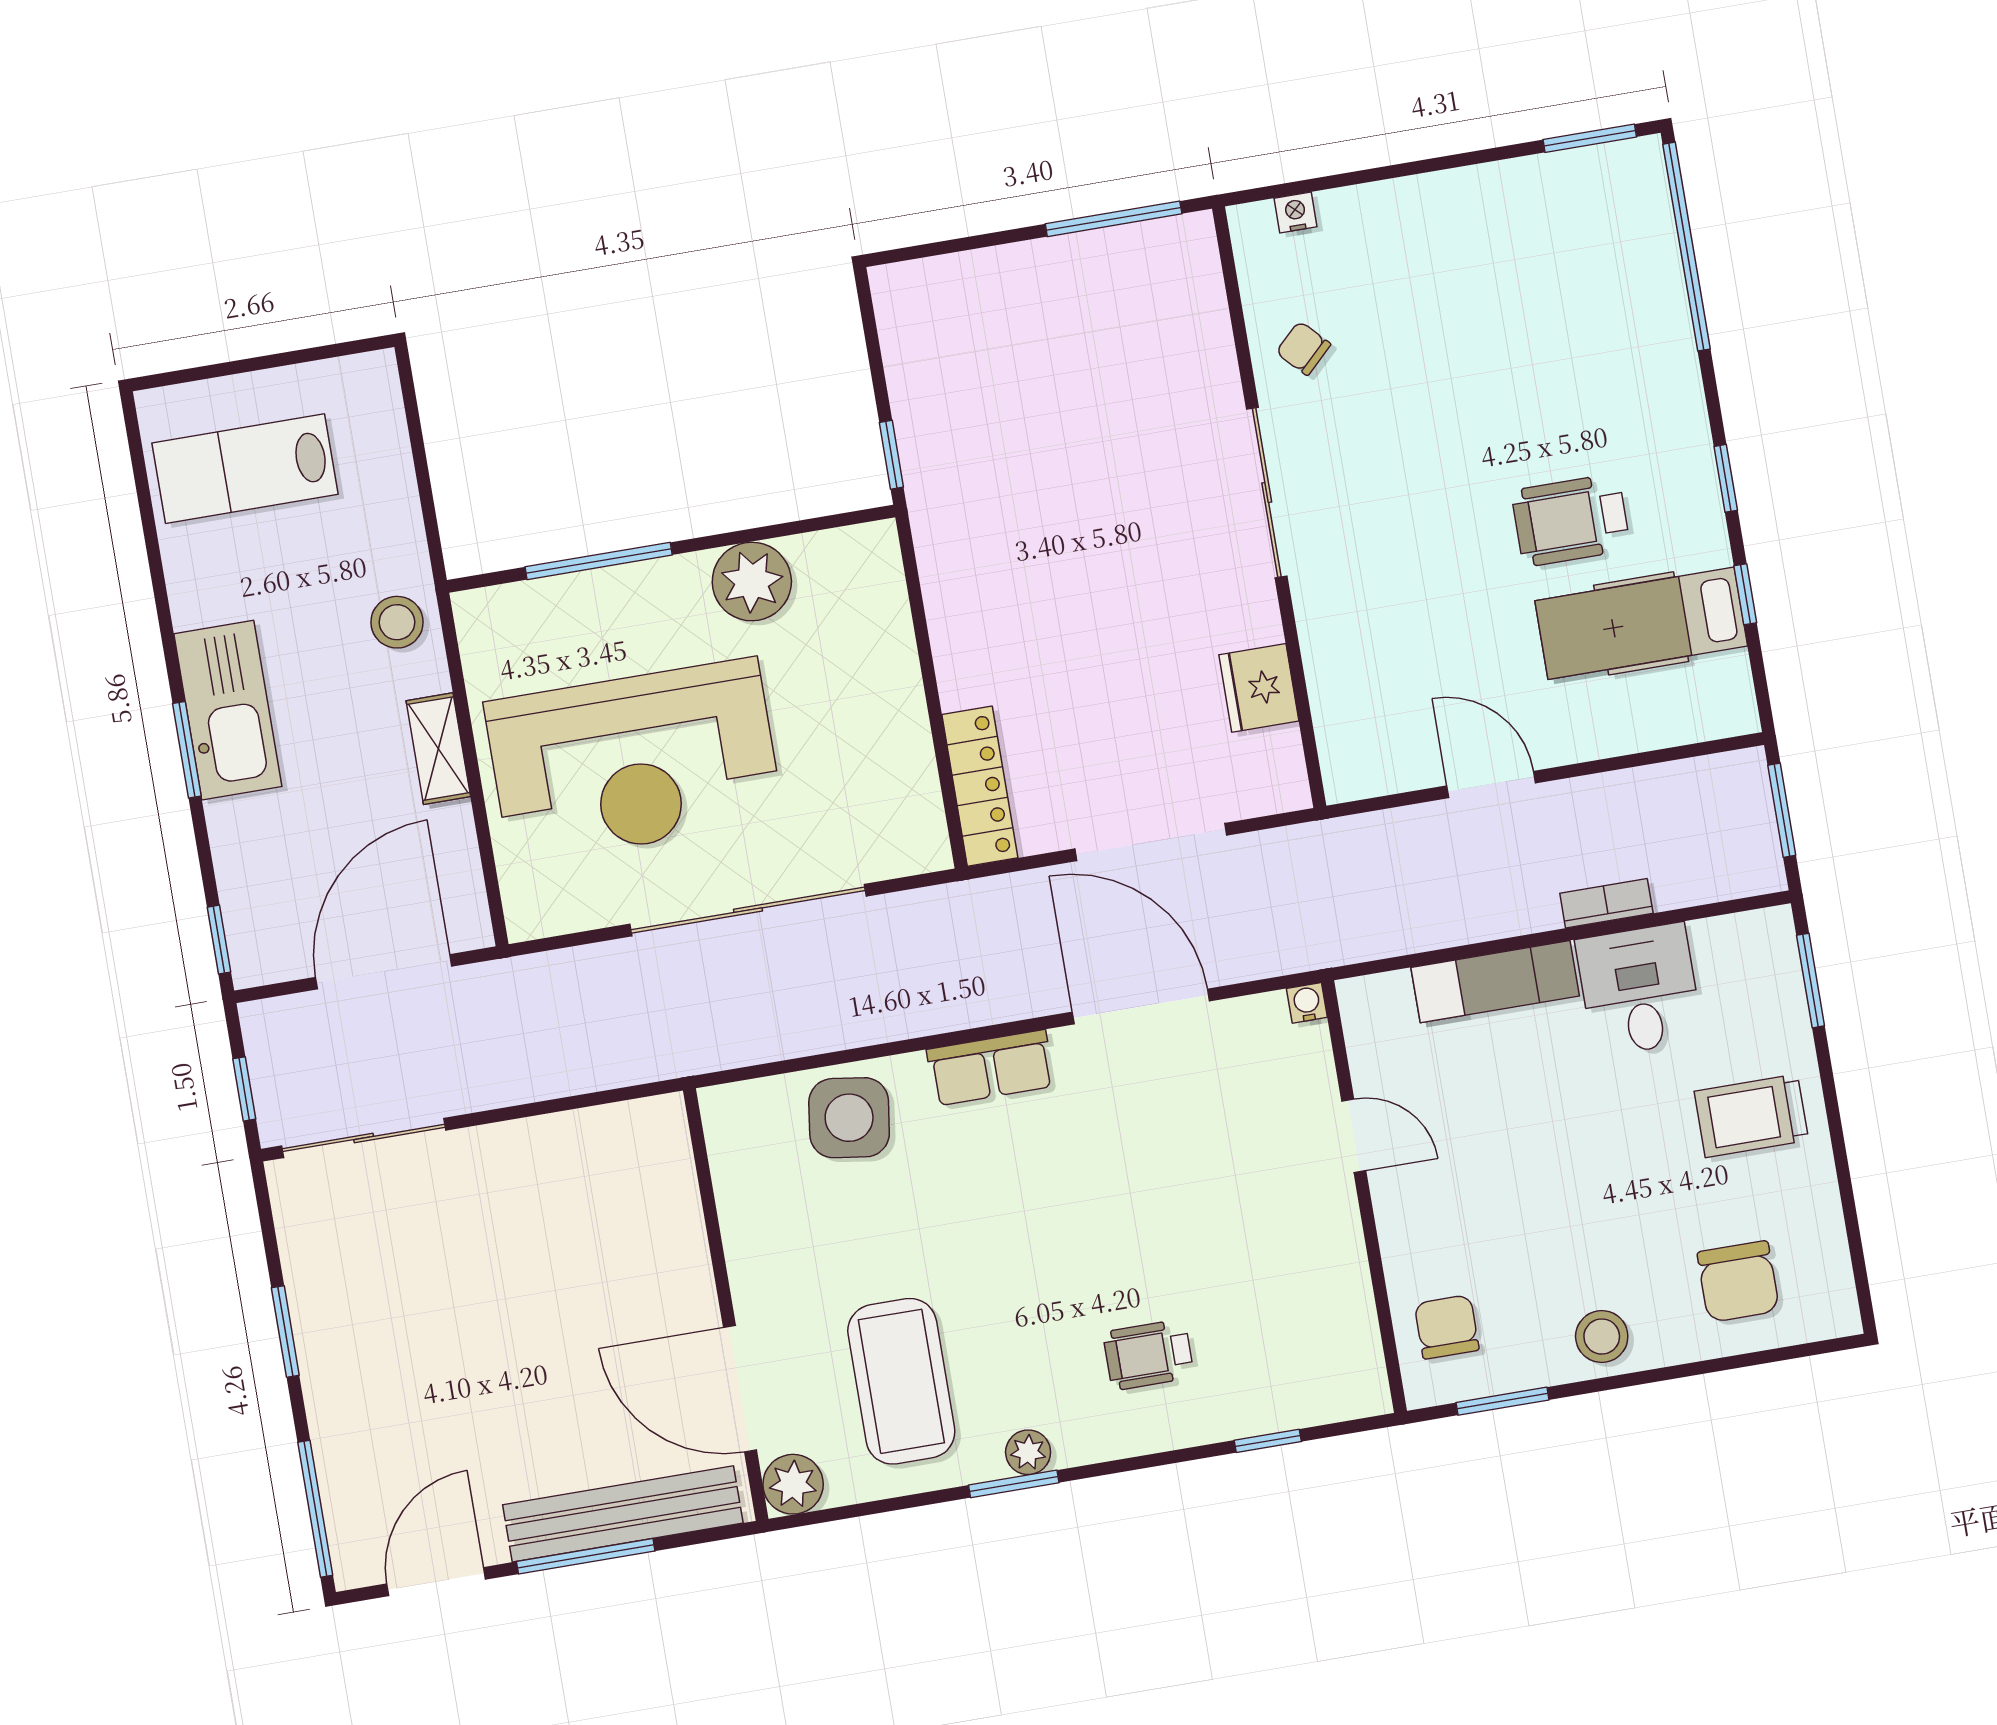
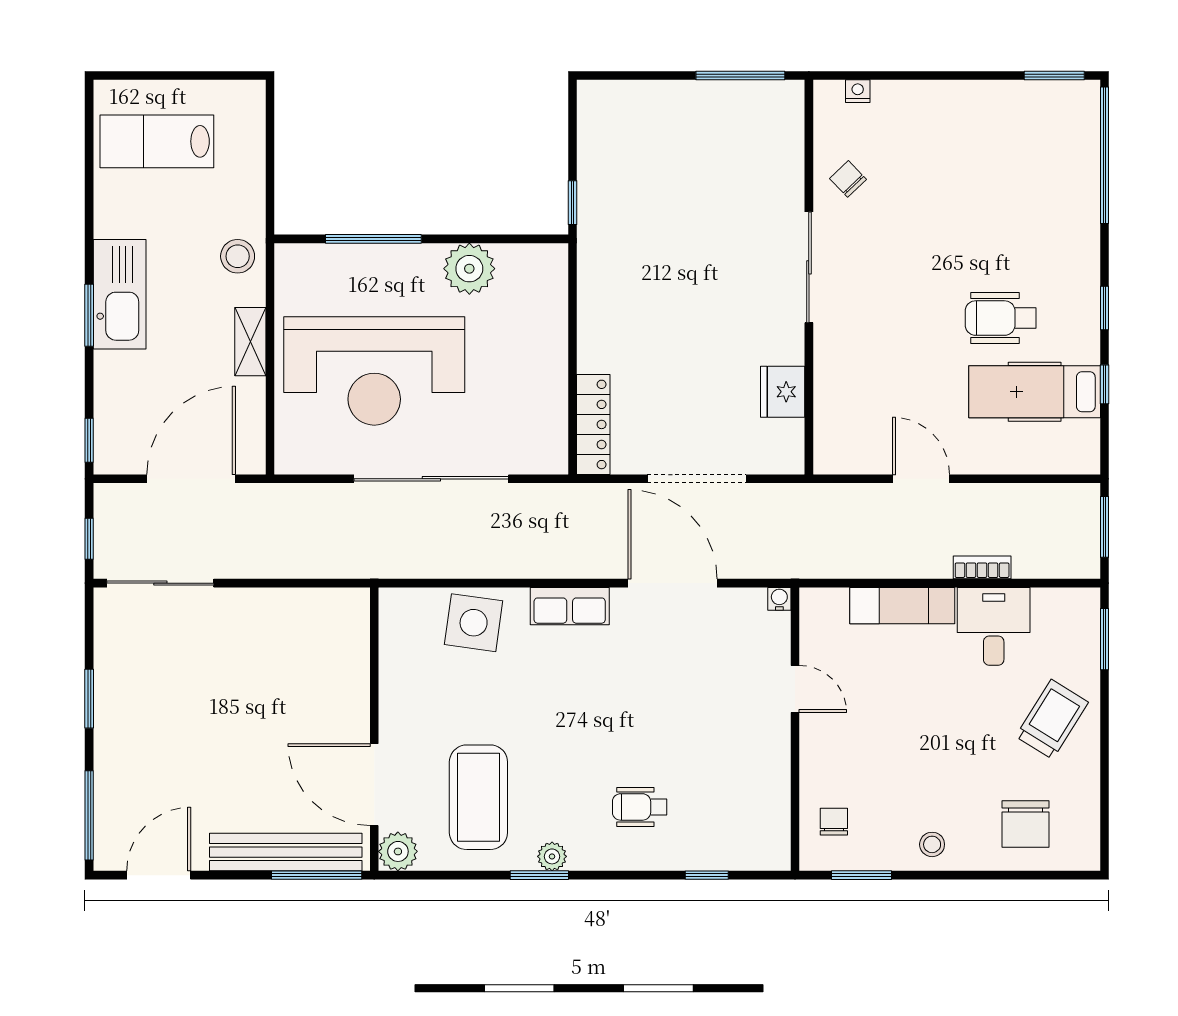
trolley: (1751, 1116) -> (1052, 719), turned 122
chair: (1447, 1327) -> (834, 822), width x0.73, depth x0.73
stool: (1602, 1337) -> (932, 844), width x0.73, depth x0.73
window: (586, 1556) -> (317, 875), moved

